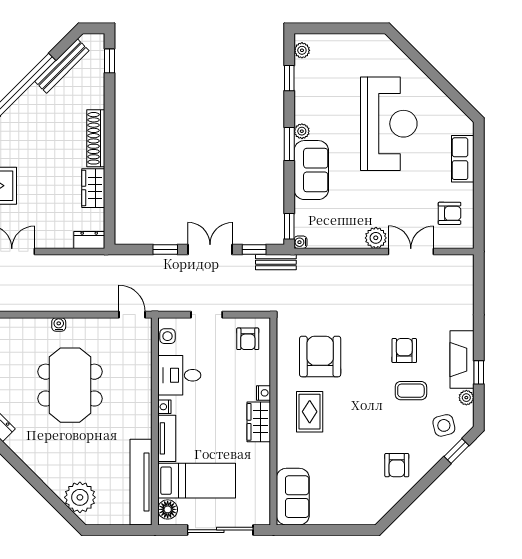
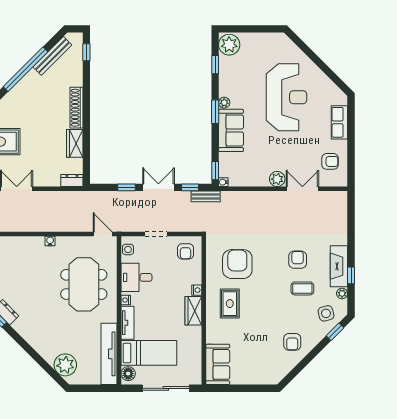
plant: (302, 50) -> (229, 45), width x1.87, depth x1.87
meeting table: (70, 385) -> (84, 284), moved

